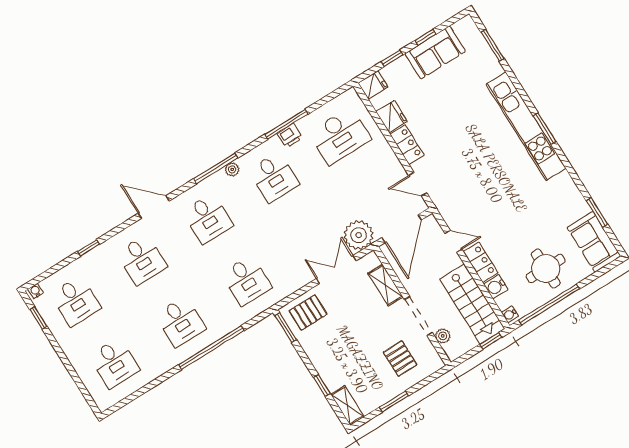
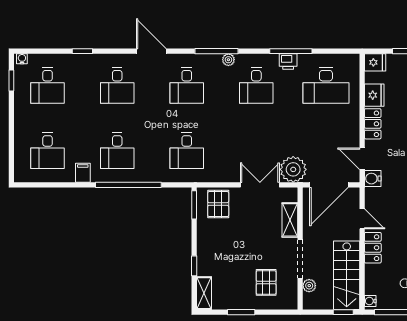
water cooler: (496, 287) -> (373, 179), moved
pallet: (308, 312) -> (218, 204), turned 90
filing cabinet: (161, 363) -> (83, 173), added

